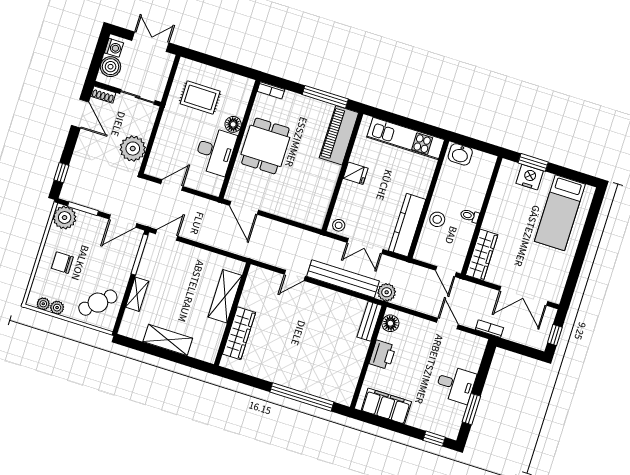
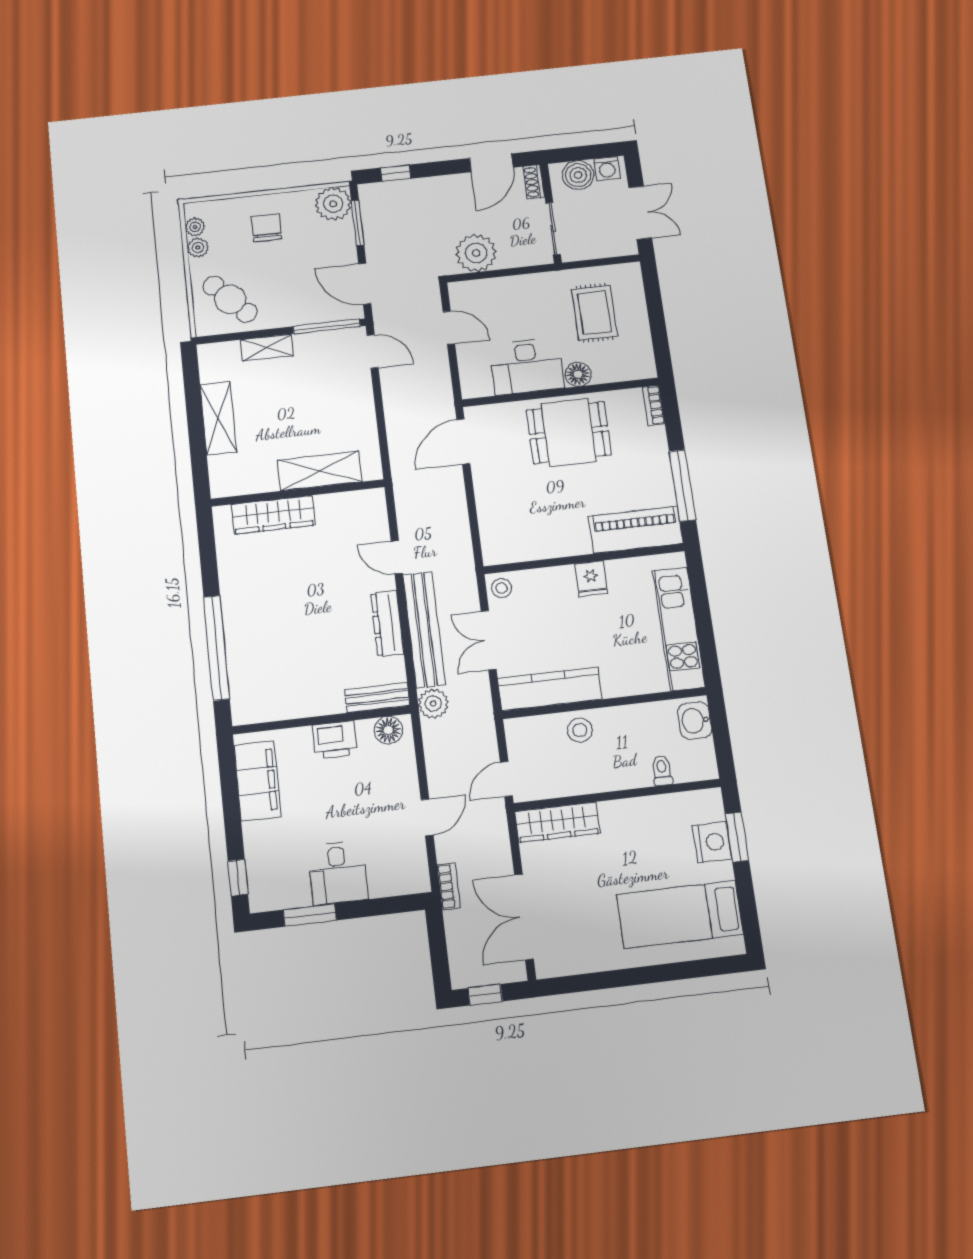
toilet: (470, 216) -> (662, 771), moved
dresser: (330, 297) -> (387, 623), added

